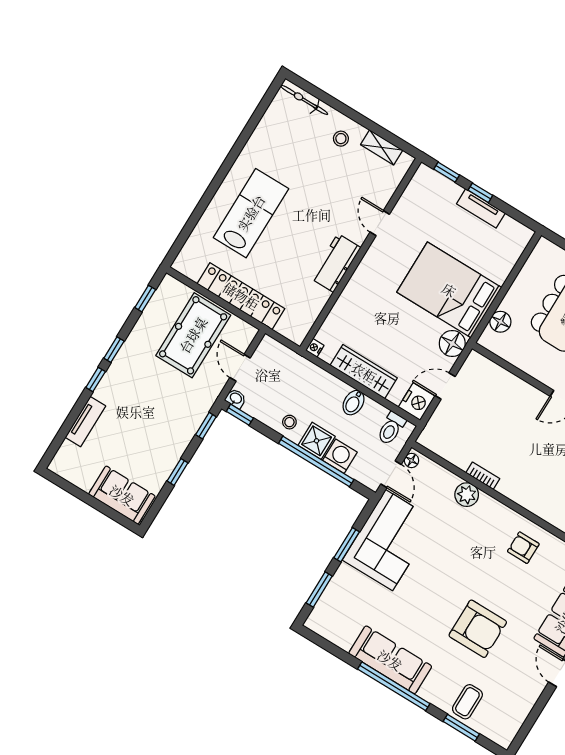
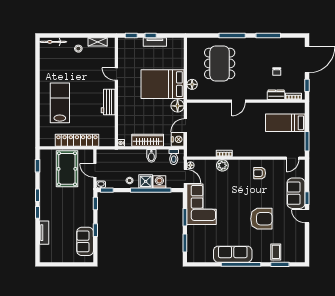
sofa: (122, 495) -> (85, 241), moved, turned -90

